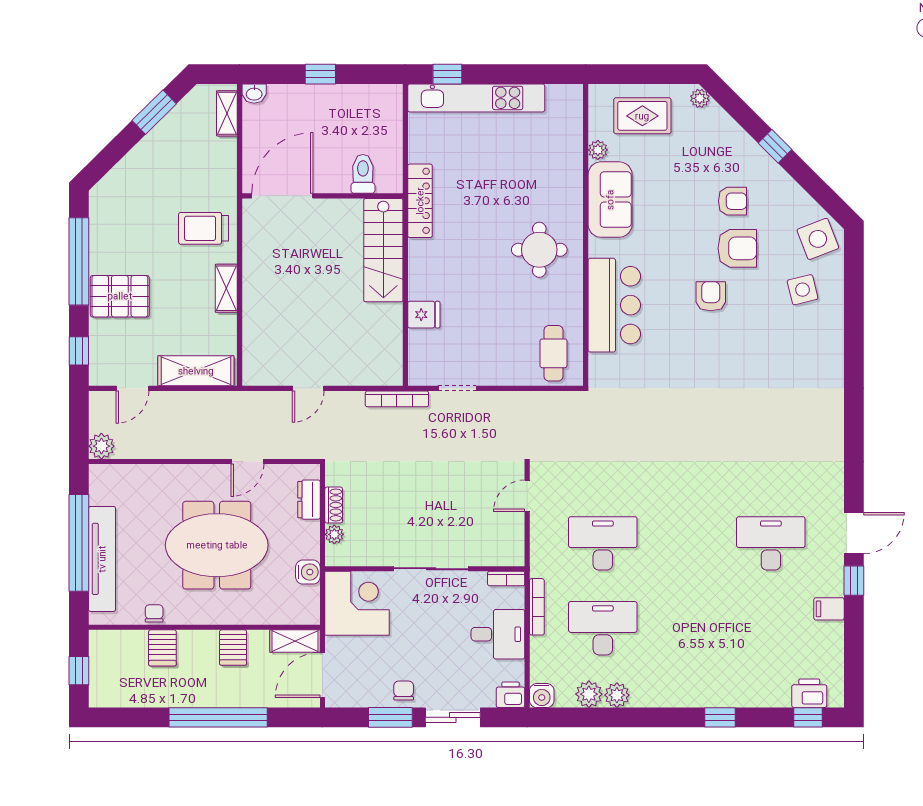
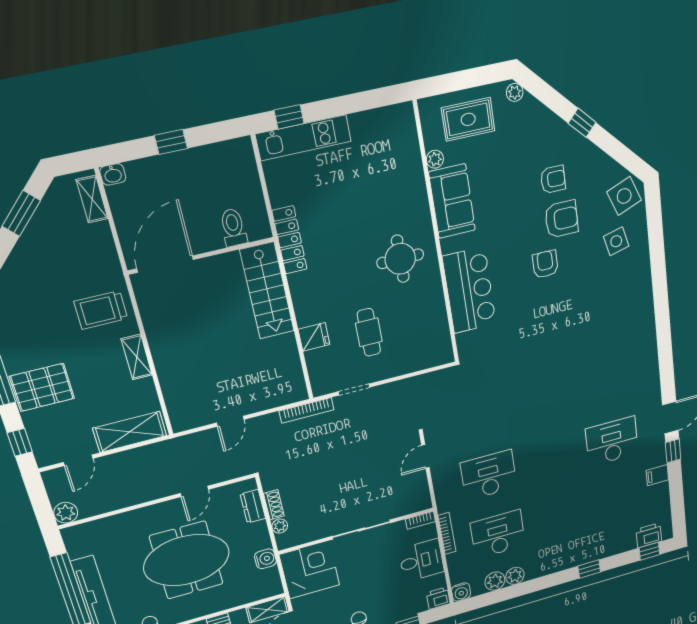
kitchen unit: (476, 98) -> (303, 138), width x0.73
cafe table: (553, 353) -> (369, 332), moved

